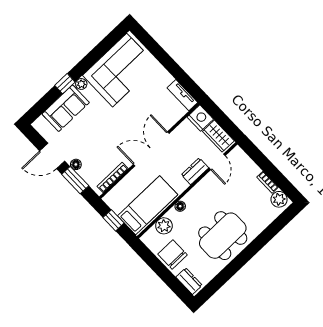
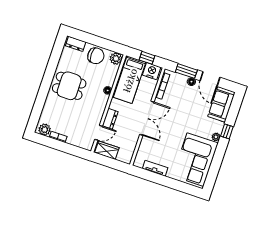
tv unit: (182, 95) -> (155, 168), moved
sofa: (66, 108) -> (222, 104), moved
nightstand: (200, 118) -> (152, 71), moved, turned 180
door: (52, 156) -> (210, 79), swing flipped
door: (217, 162) -> (99, 133), swing flipped
plant: (164, 226) -> (116, 59), moved
dining table: (223, 236) -> (69, 86), width x0.73

